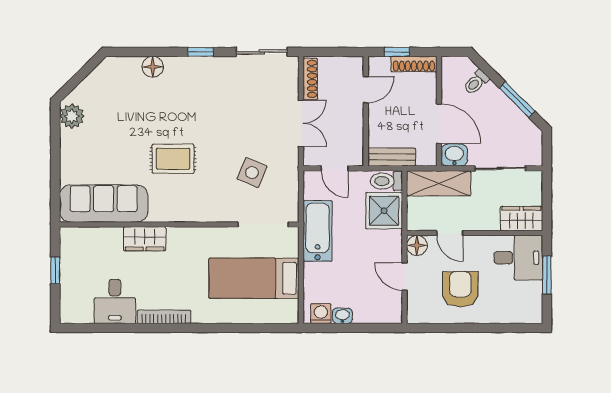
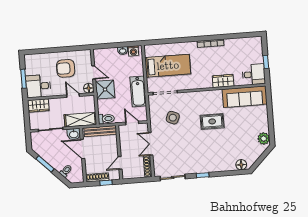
floor lamp: (153, 67) -> (241, 165), moved
bench: (392, 157) -> (100, 131), width x1.36
shower: (384, 211) -> (105, 90), moved
armchair: (460, 289) -> (66, 68), turned 90
desk: (115, 301) -> (254, 74), moved, turned 90

